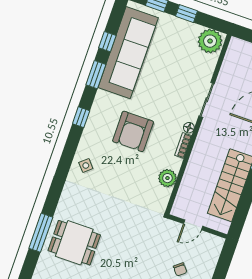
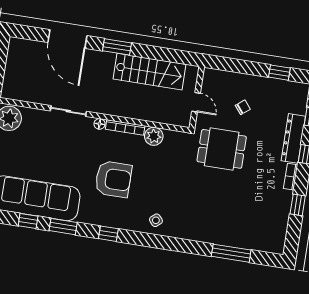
bookcase: (183, 145) -> (125, 127), width x1.56
dining table: (74, 243) -> (222, 149), moved, turned 90

